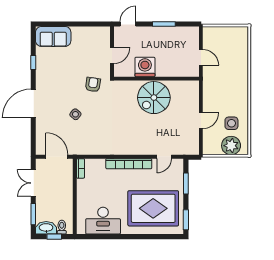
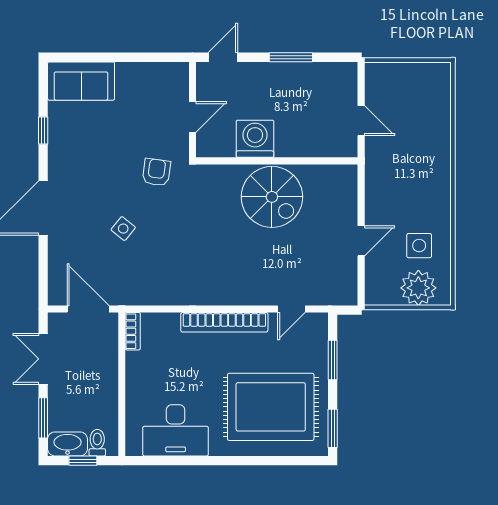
spiral stairs: (154, 98) -> (272, 197), turned -90

